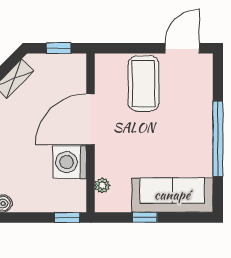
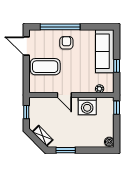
door: (90, 119) -> (64, 95), width x0.53
armchair: (188, 123) -> (66, 43), added
window: (218, 139) -> (60, 27), moved

